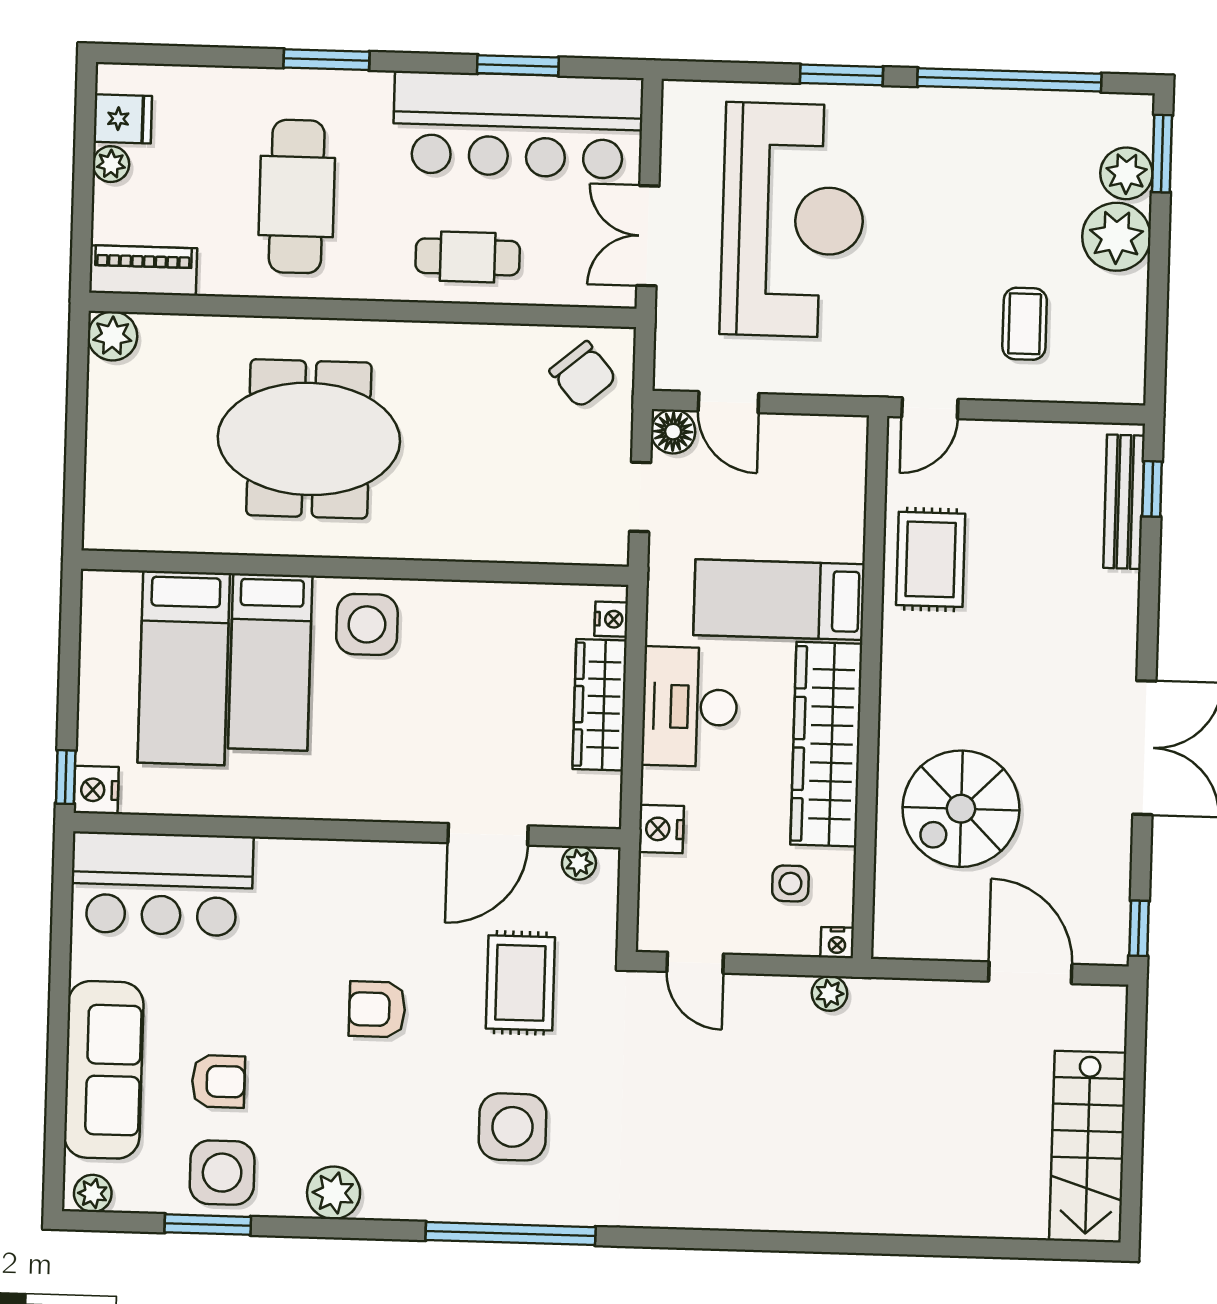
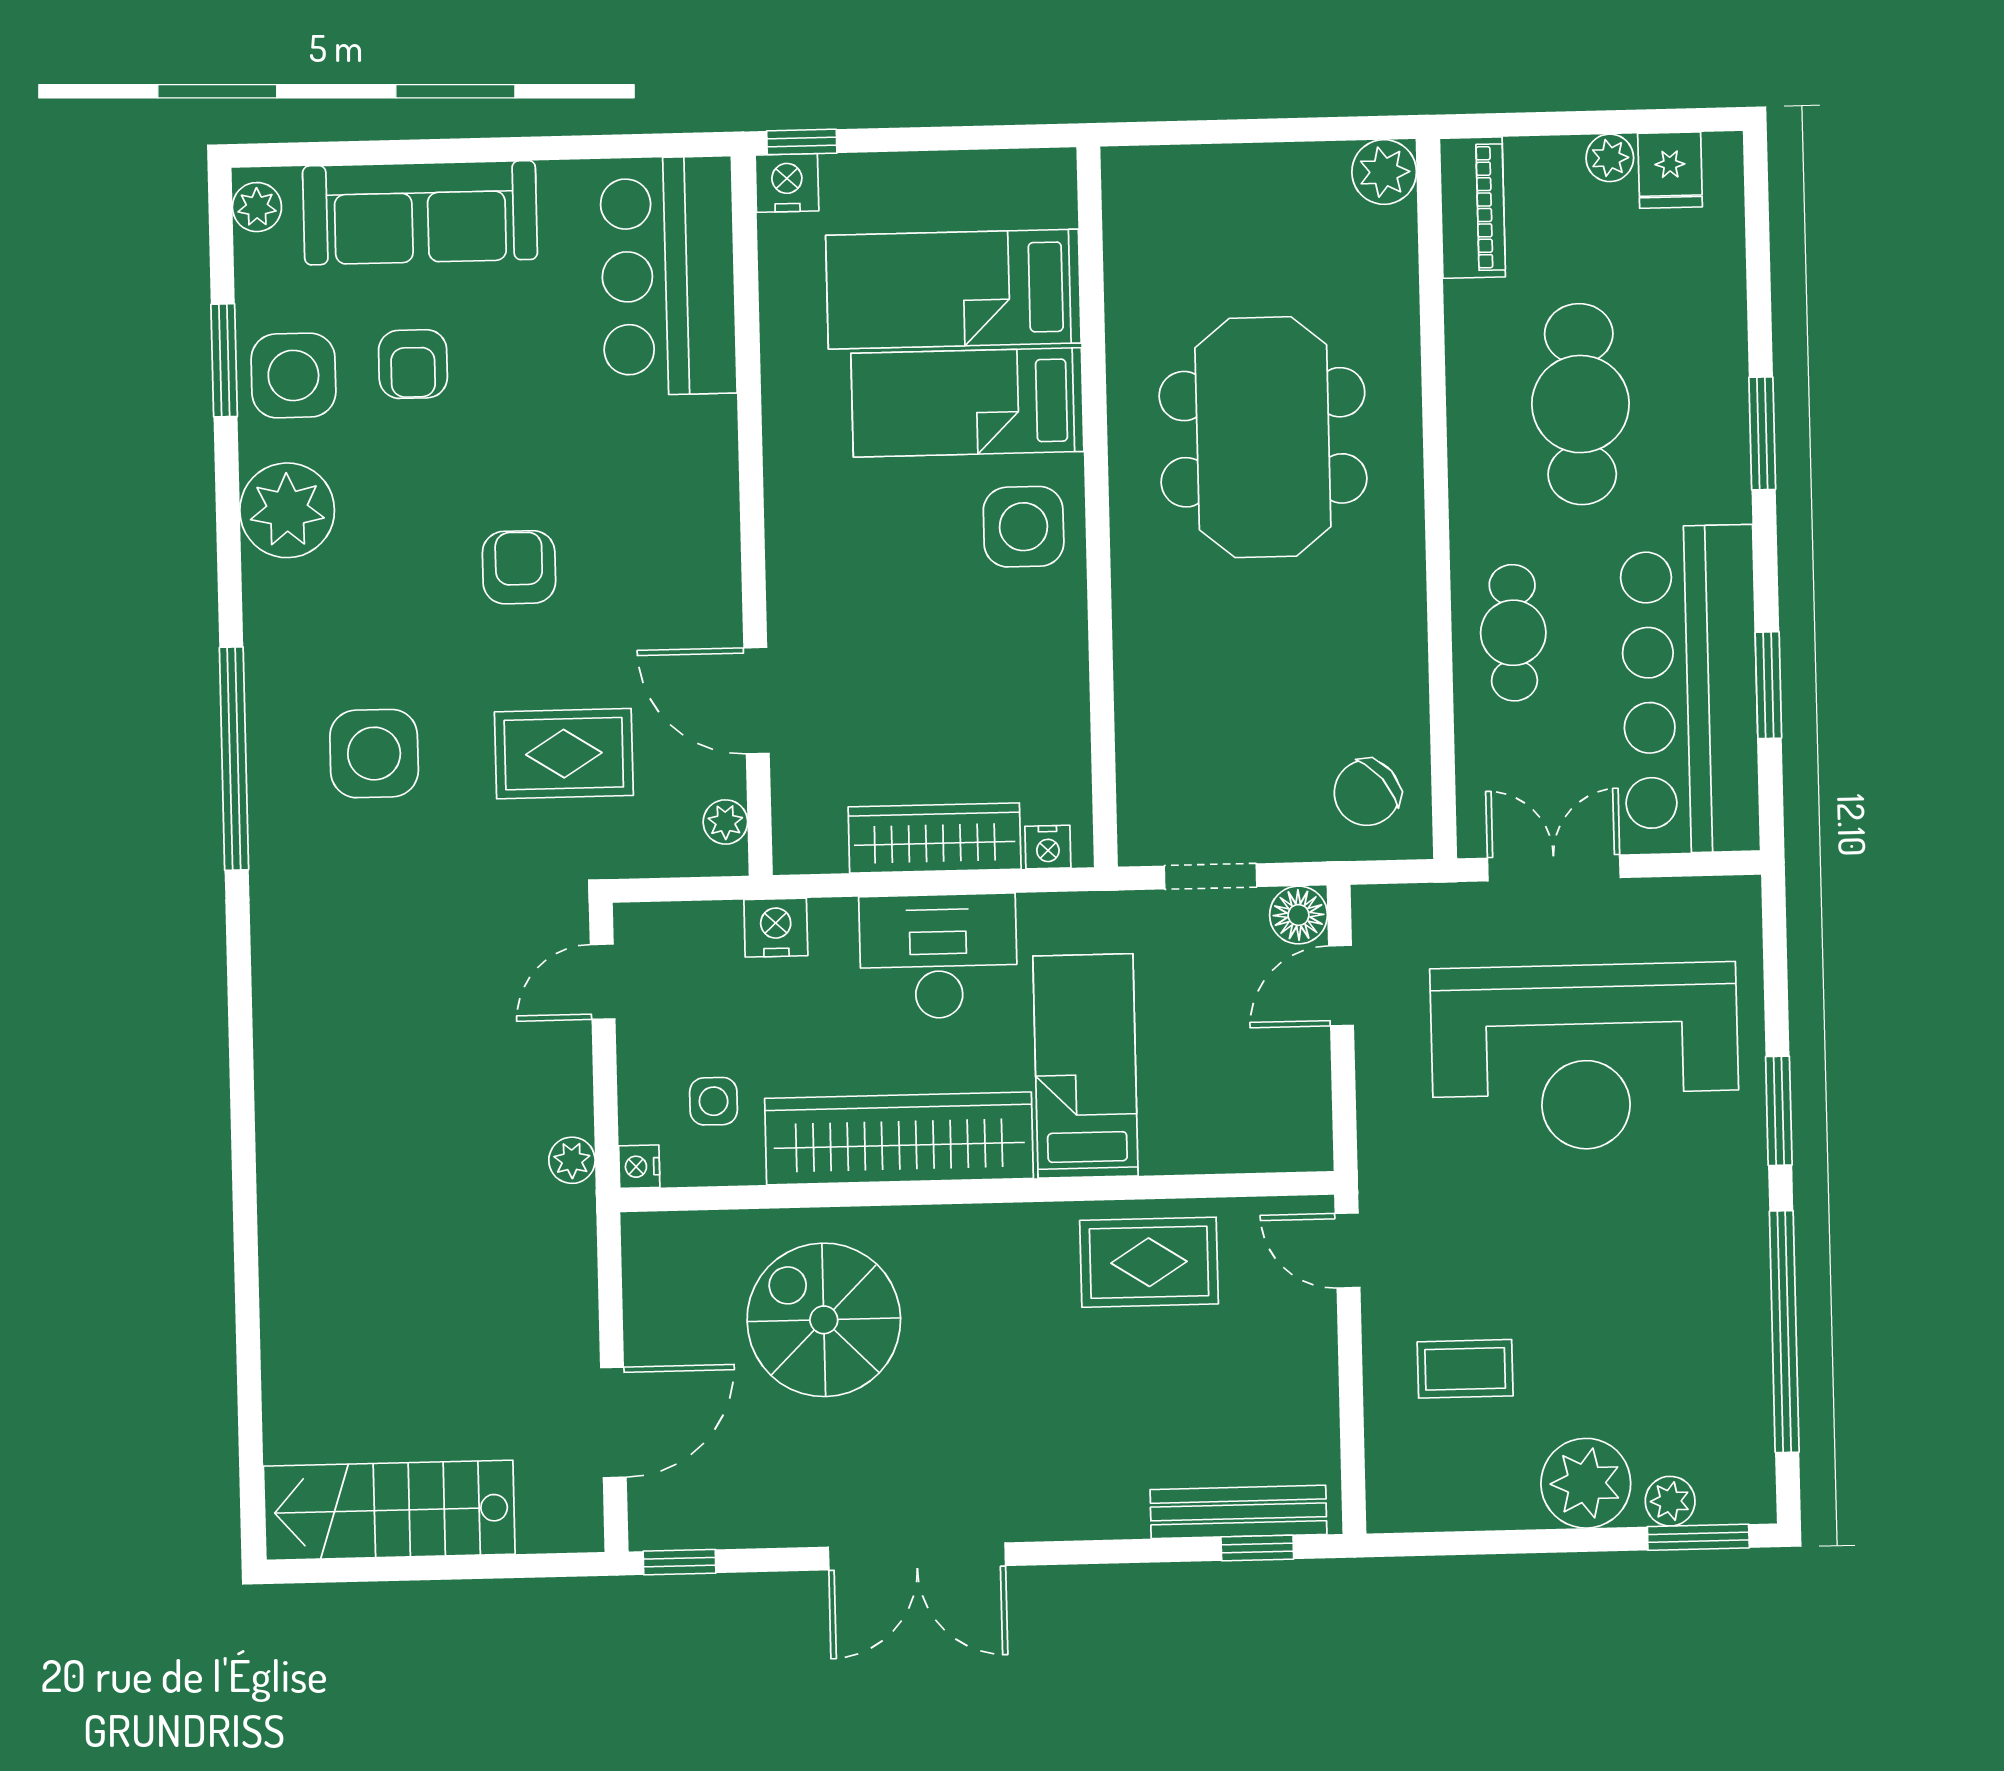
plant: (1126, 173) -> (1670, 1501), width x0.73, depth x0.73
cafe table: (297, 196) -> (1580, 404), turned 90
plant: (334, 1193) -> (287, 510), width x1.36, depth x1.36

